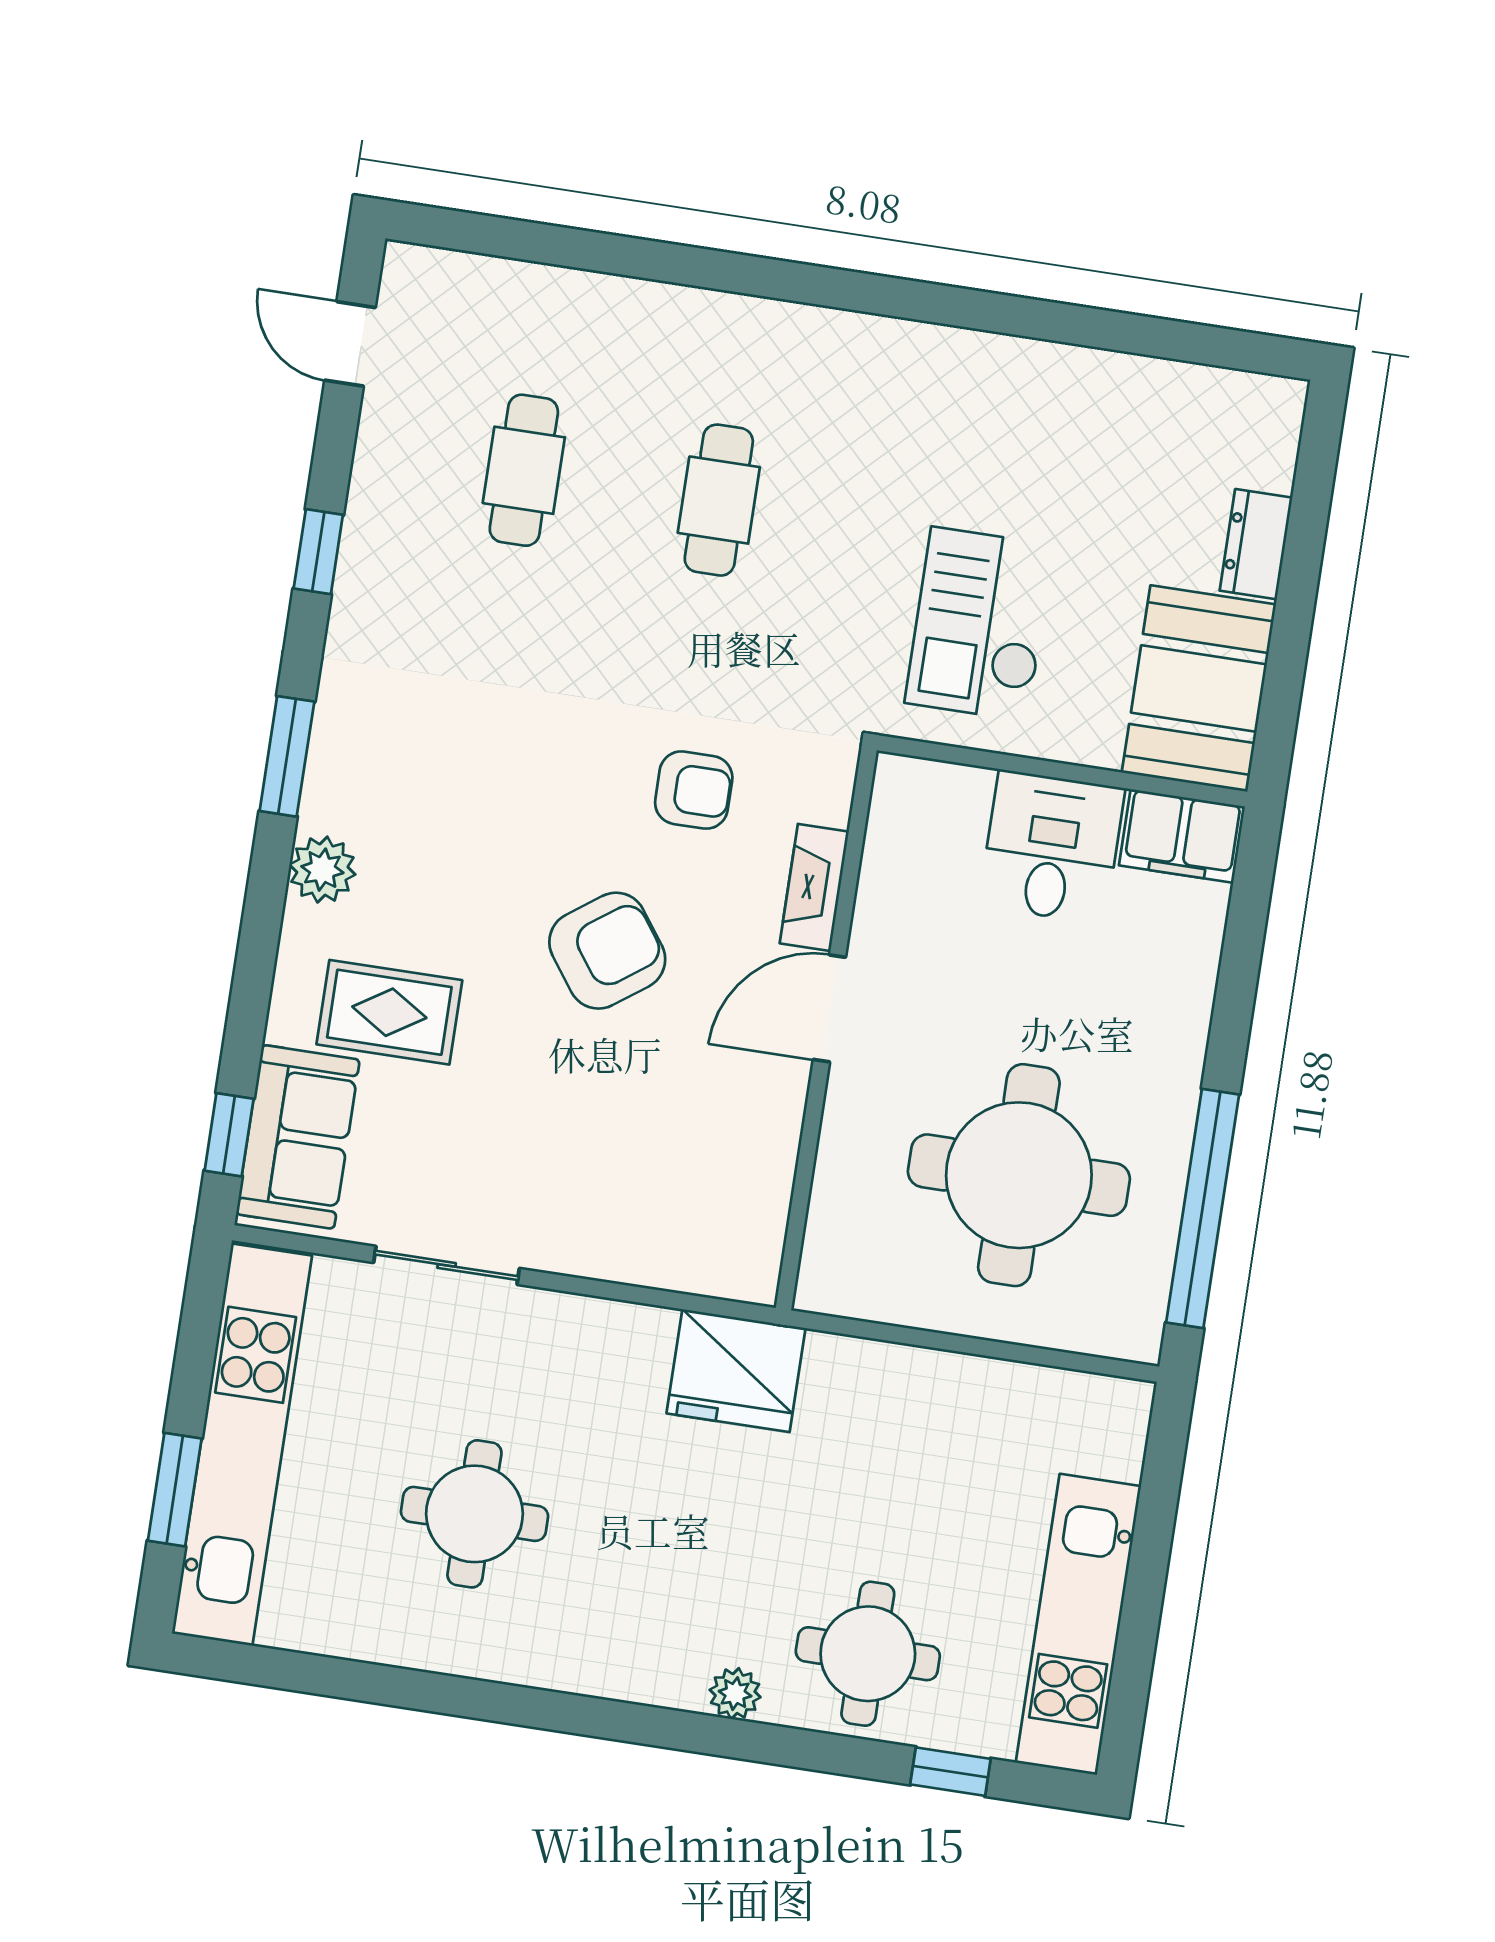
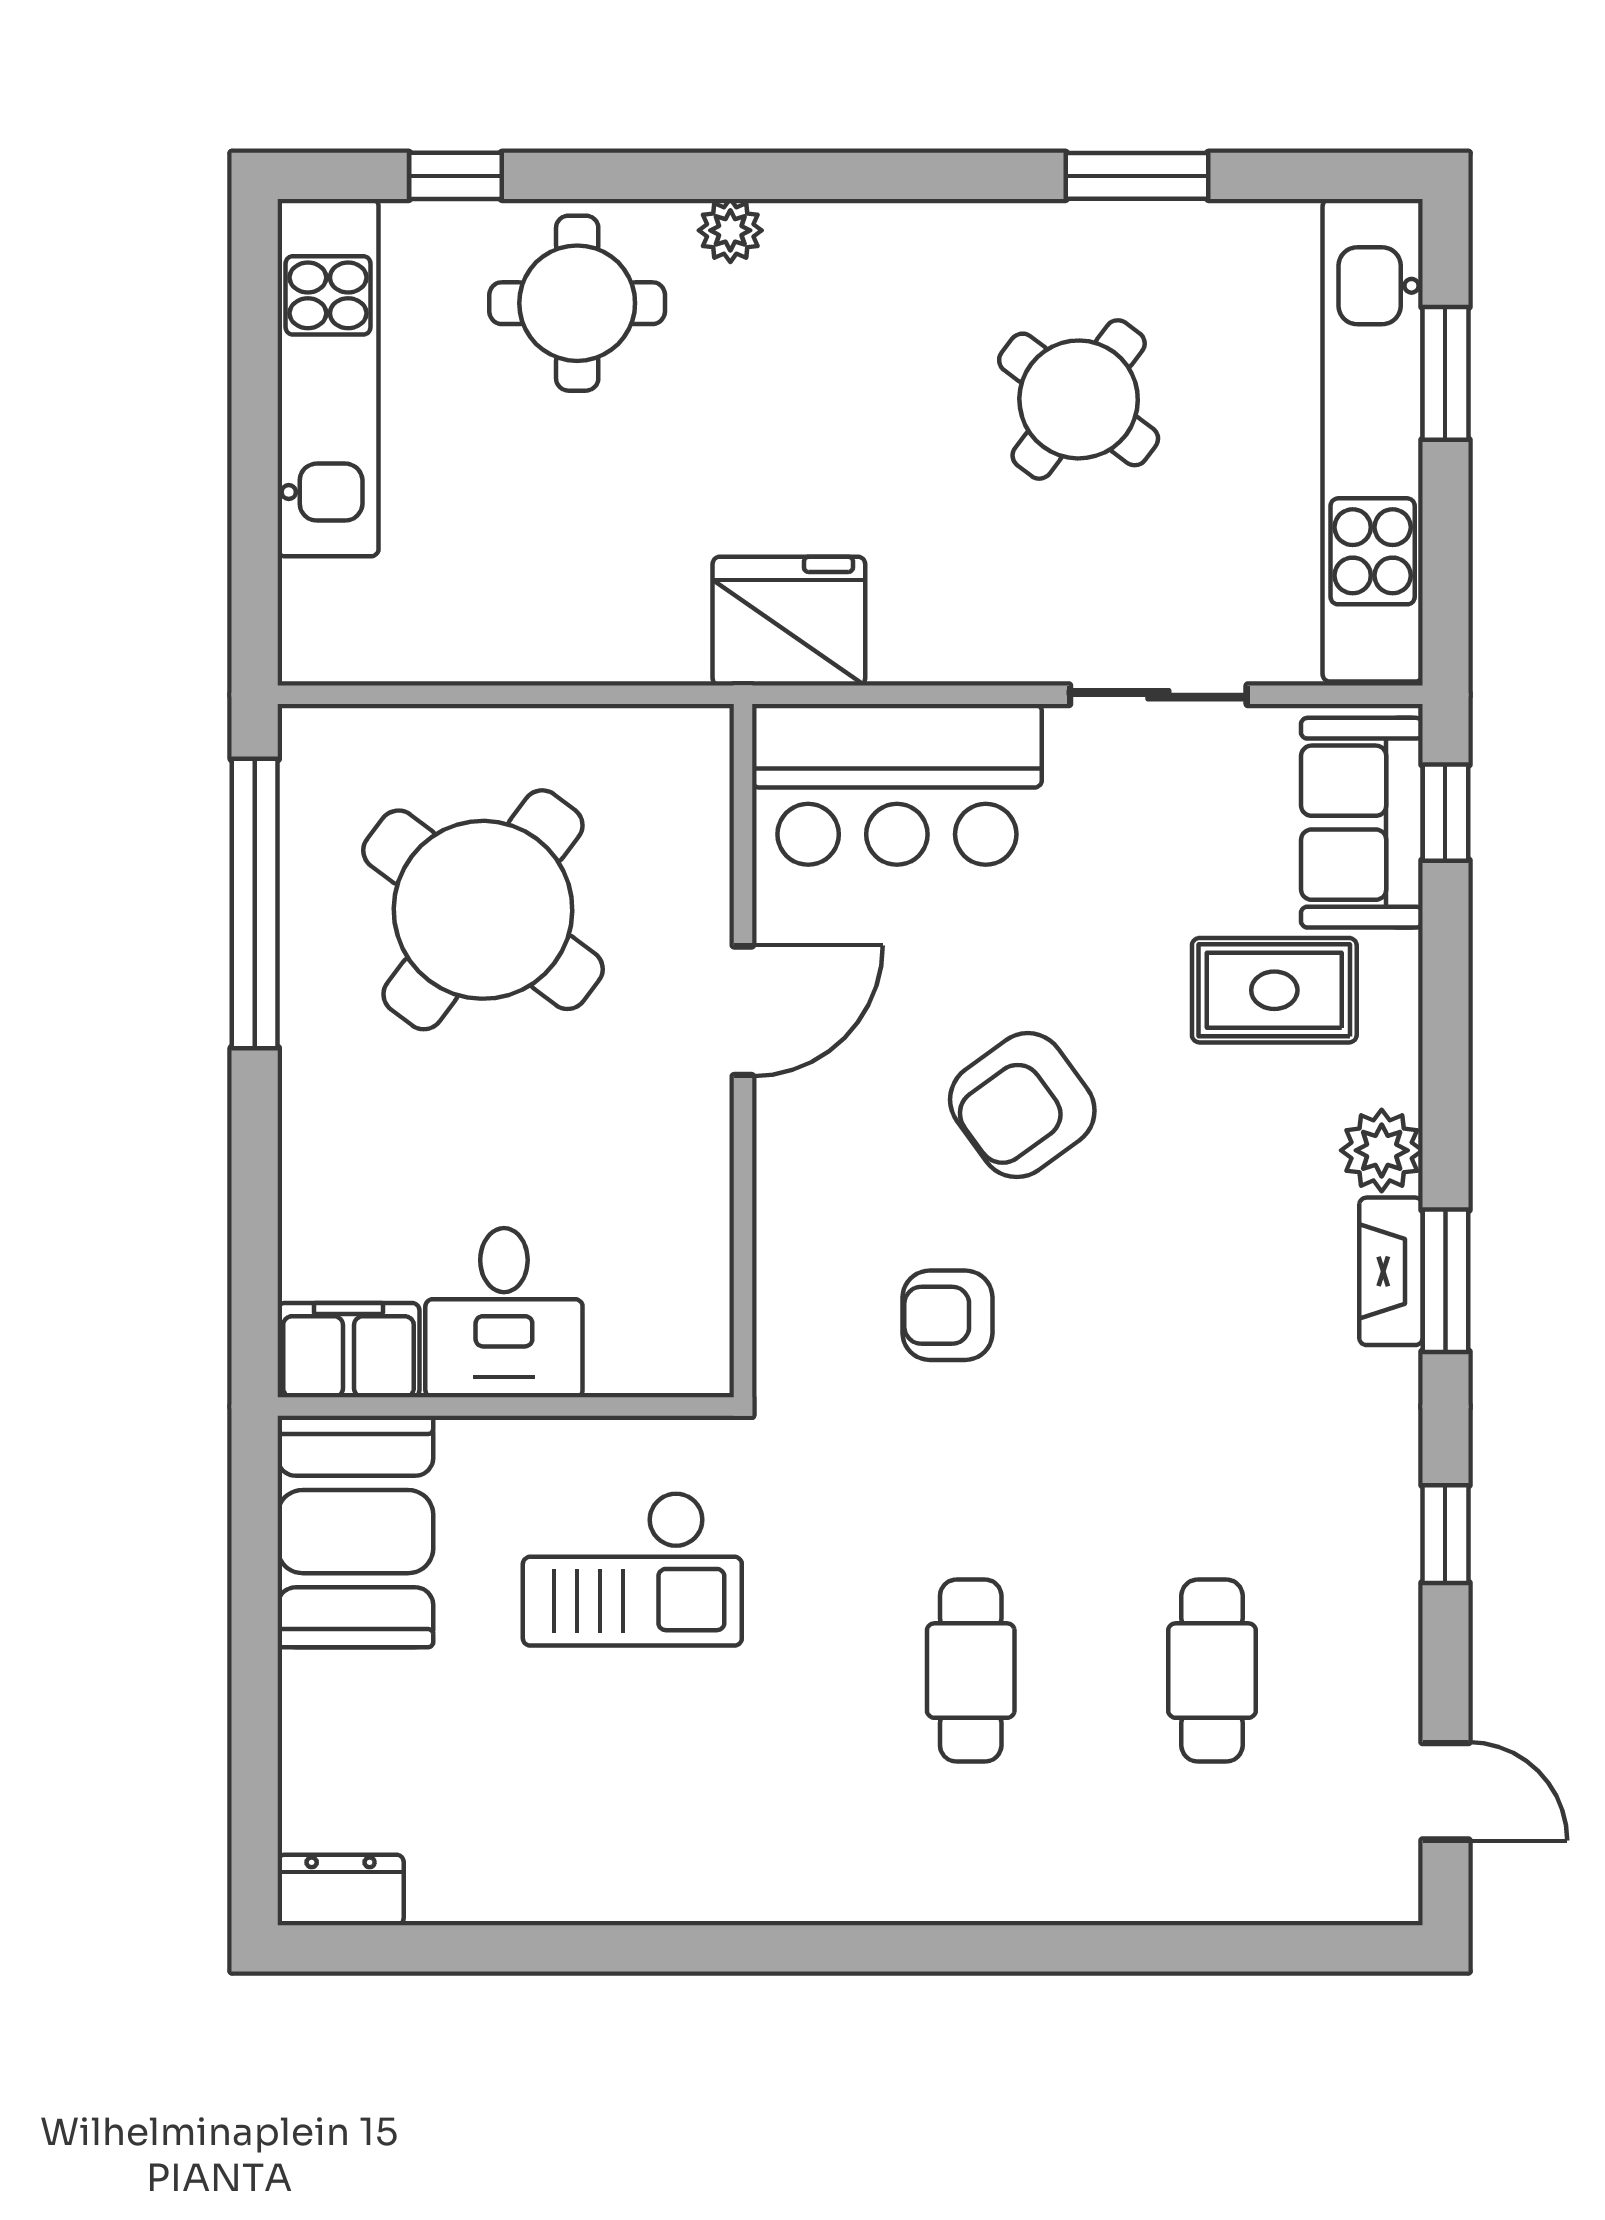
dresser: (1256, 544) -> (341, 1890), moved, turned -90
checkout: (980, 624) -> (632, 1569), turned 90
fireplace: (814, 887) -> (1391, 1271), moved, turned 180
door: (829, 1008) -> (743, 1011), moved
round table: (1019, 1175) -> (483, 910), turned 37
bar counter: (669, 1225) -> (897, 784), added
round table: (474, 1514) -> (1079, 399), turned 37
window: (400, 1687) -> (1137, 176), added

